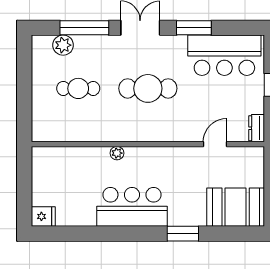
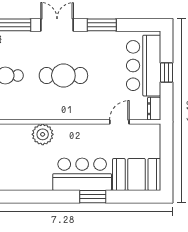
bar counter: (224, 55) -> (144, 66), moved, turned 90
plant: (117, 153) -> (43, 134), width x1.88, depth x1.88
bar counter: (132, 207) -> (82, 174), moved

